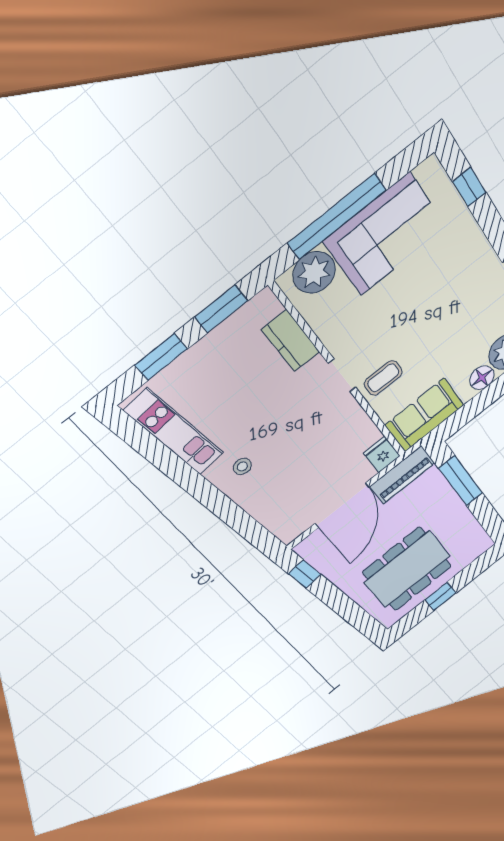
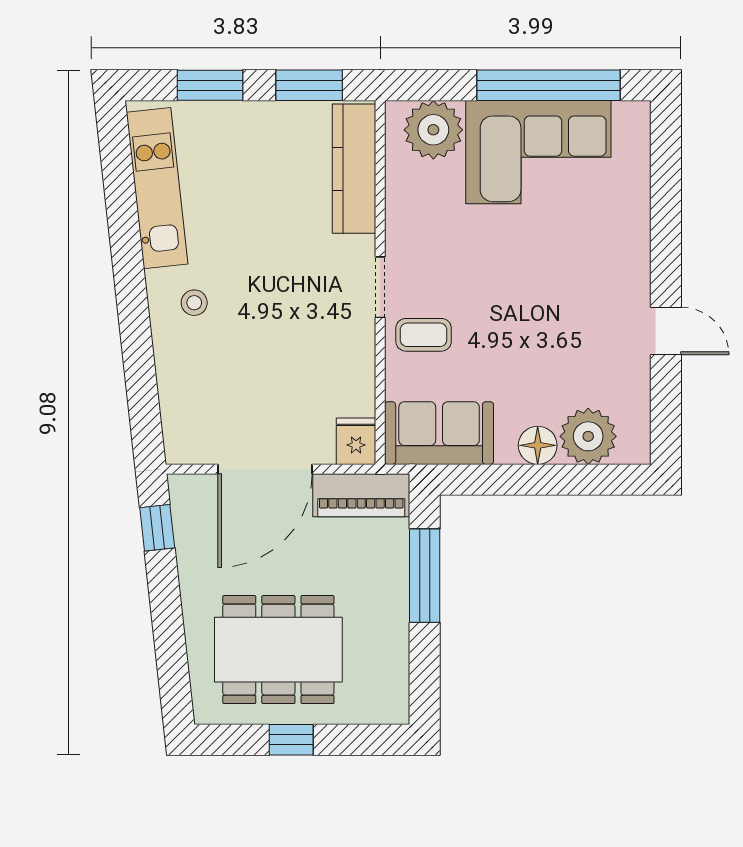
window: (469, 187) -> (666, 177), removed
window: (337, 217) -> (549, 85), moved
kitchen counter: (291, 341) -> (354, 169), width x1.50

